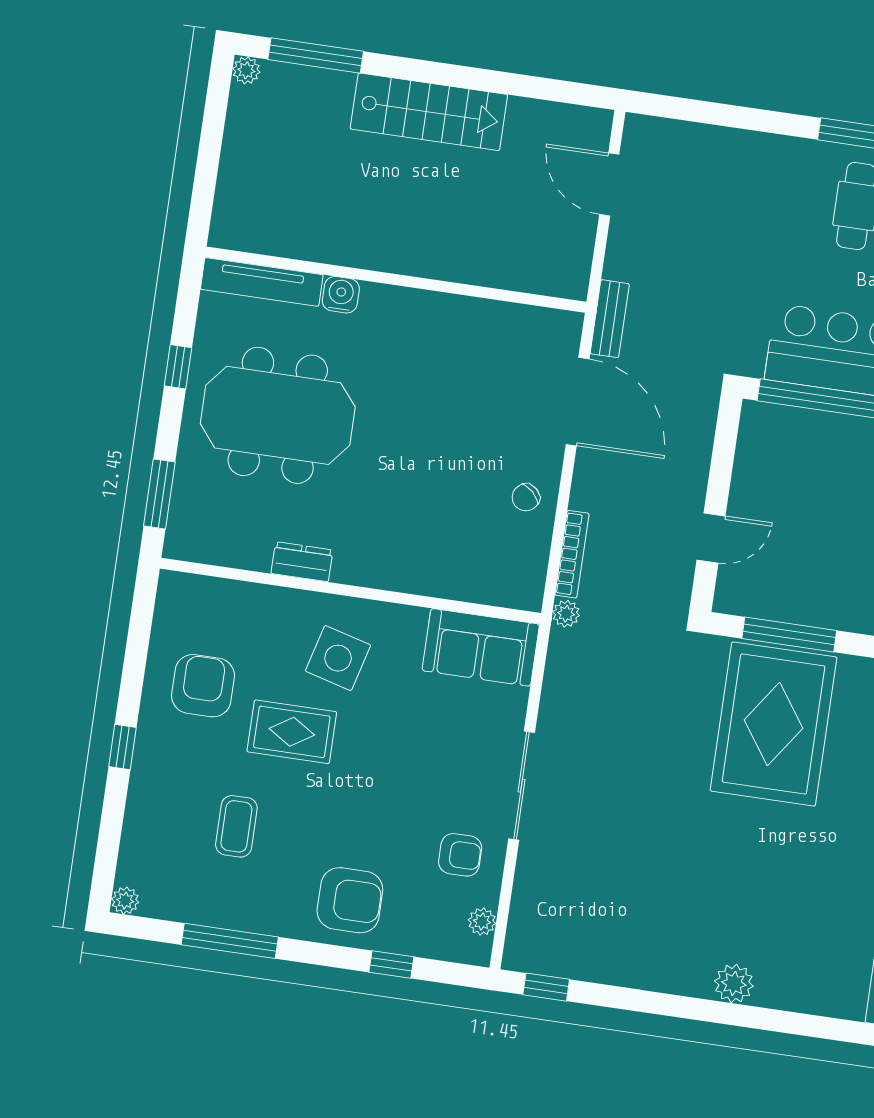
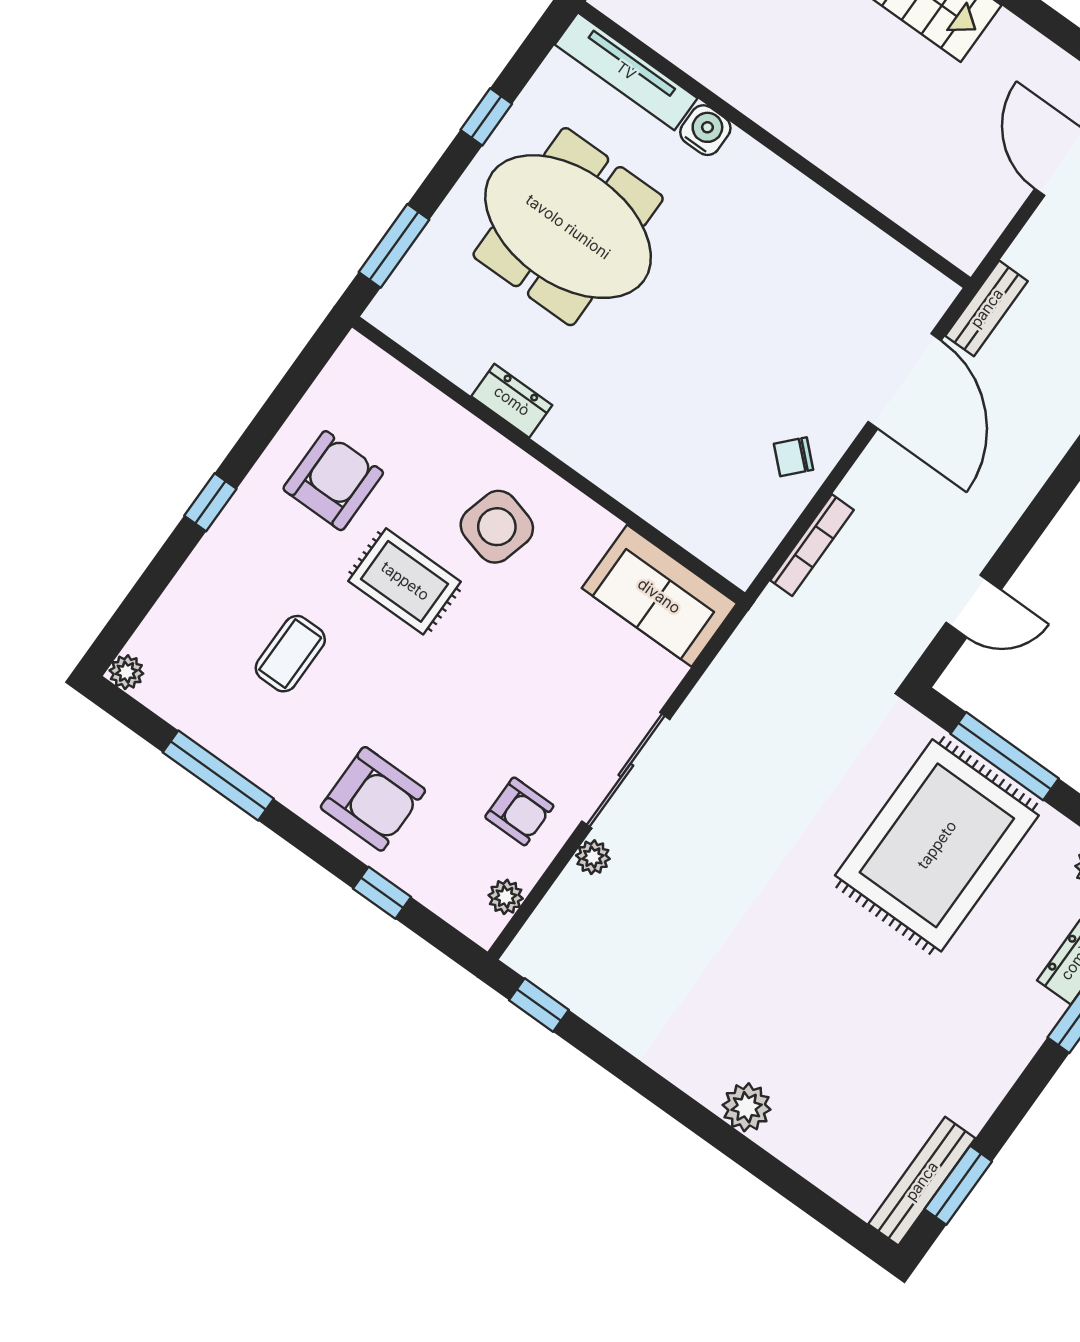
plant: (566, 614) -> (593, 857), moved

